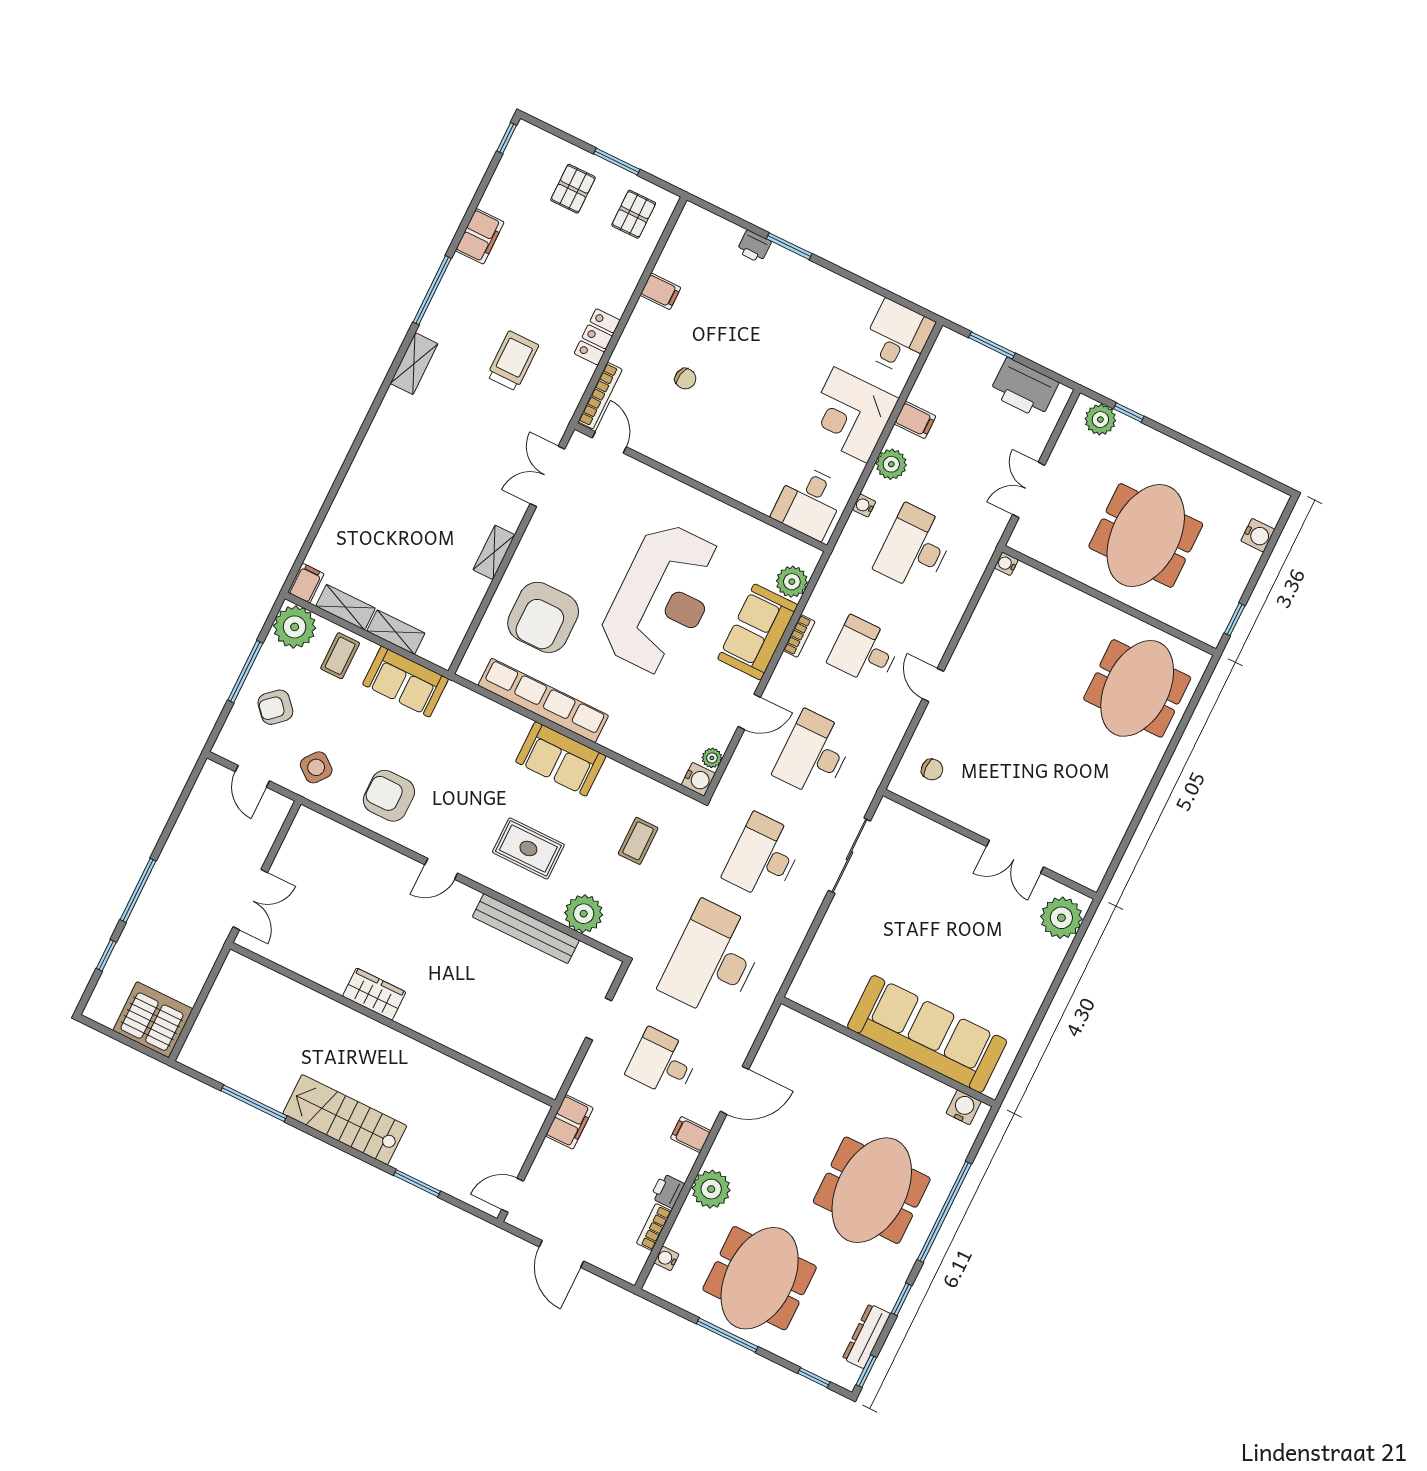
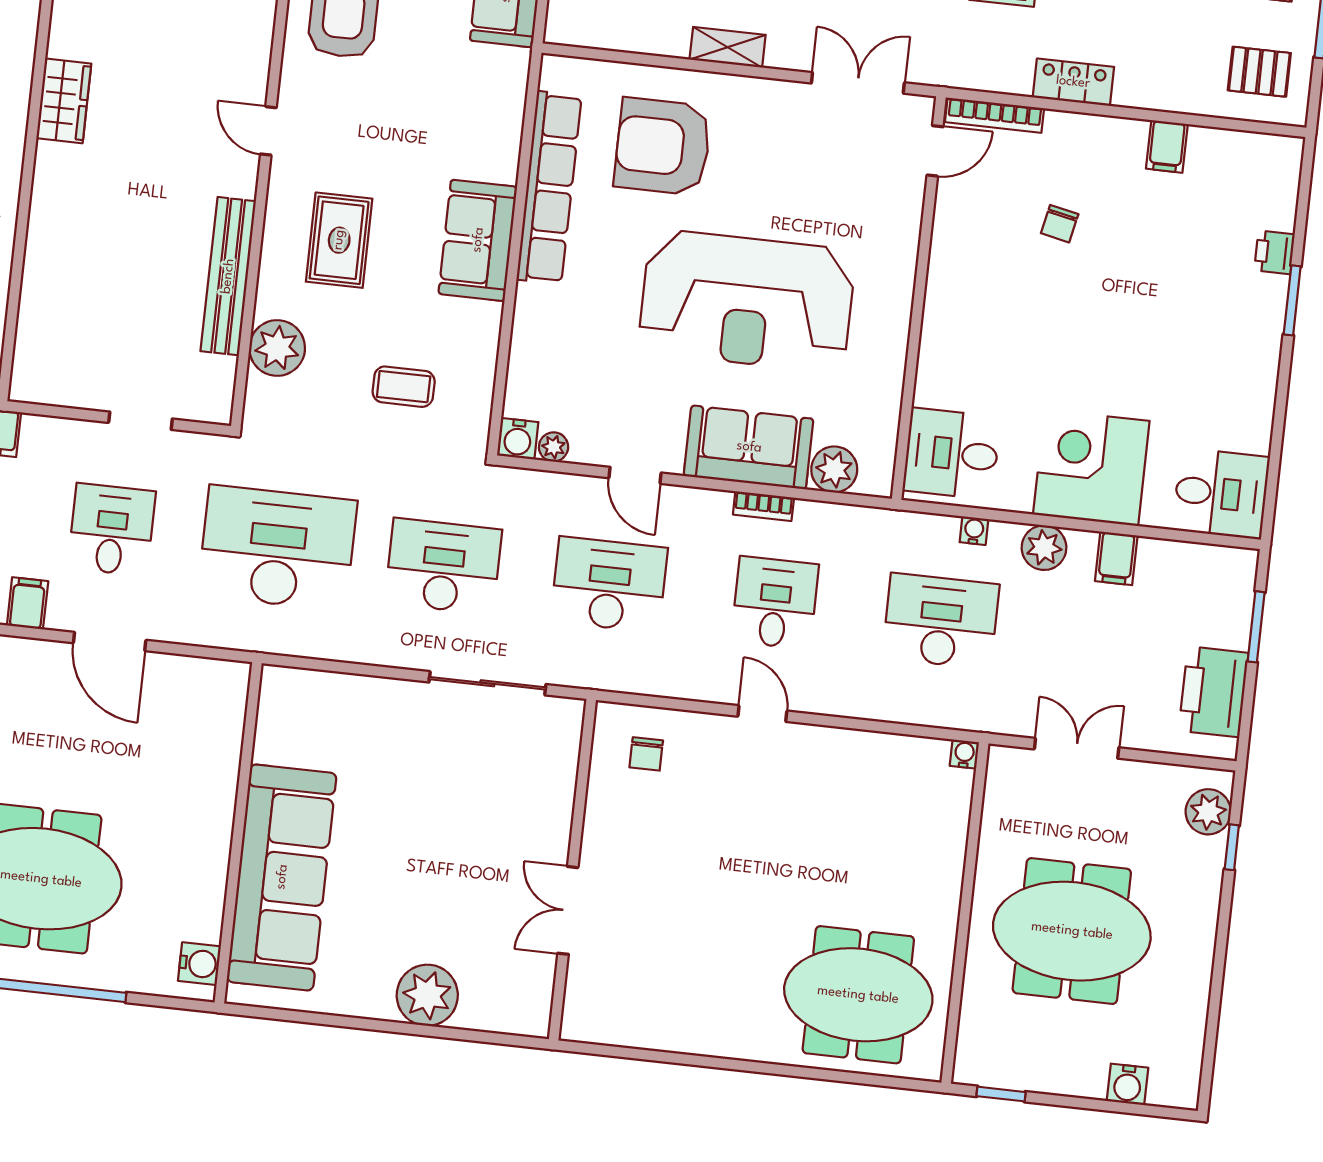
door: (933, 685) -> (762, 714), hinge flipped
plant: (1061, 918) -> (427, 995), moved

